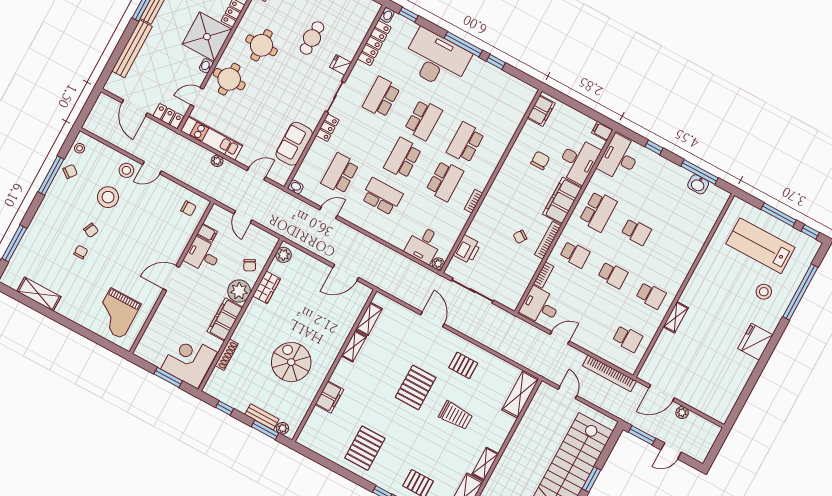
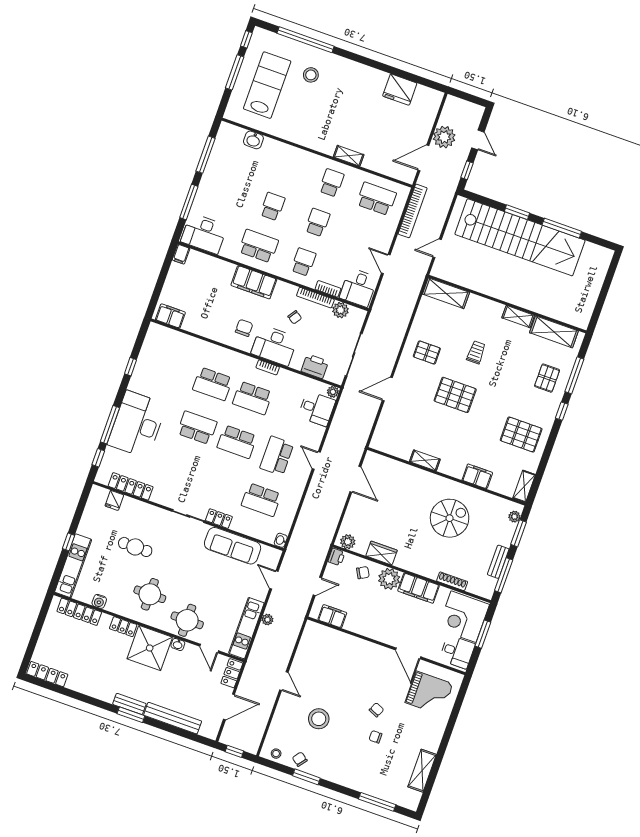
washbasin: (387, 15) -> (102, 478), removed
window: (463, 44) -> (110, 425), moved
fridge: (341, 65) -> (114, 500), moved
school desk: (381, 97) -> (182, 471), removed
window: (88, 106) -> (234, 751), added
sofa: (294, 144) -> (233, 546), width x1.36
window: (654, 147) -> (189, 202), width x2.17
chair: (540, 160) -> (244, 328), moved, turned 90
desk: (578, 161) -> (274, 345), moved, turned 180
stool: (126, 170) -> (290, 705), removed
window: (51, 175) -> (306, 777), width x0.69
school desk: (445, 181) -> (252, 398), turned 180
washbasin: (698, 184) -> (253, 140), moved, turned 90
chair: (188, 208) -> (317, 640), removed
door: (328, 213) -> (316, 460), moved
chair: (91, 230) -> (376, 710), moved
filing cabinet: (207, 233) -> (332, 616), width x2.00
bookcase: (548, 240) -> (315, 298), moved
printer: (270, 241) -> (336, 557), added
lab bench: (760, 246) -> (267, 85), turned 180
desk: (203, 255) -> (457, 652), moved, turned -90
door: (171, 278) -> (408, 653), moved
plant: (520, 284) -> (340, 310), added
shelving: (369, 319) -> (524, 486), moved, turned 90
school desk: (628, 339) -> (376, 199), width x1.85
fridge: (755, 342) -> (400, 90), moved
spiral stairs: (291, 362) -> (450, 518), turned 180
pallet: (463, 365) -> (427, 352), turned 90
door: (662, 393) -> (423, 158), swing flipped
window: (225, 408) -> (504, 575), width x2.17
plant: (682, 413) -> (444, 137), width x1.87, depth x1.87
trolley: (456, 415) -> (476, 352), width x0.73, depth x0.72
bench: (262, 417) -> (498, 562), moved
window: (642, 435) -> (467, 170), width x0.67

